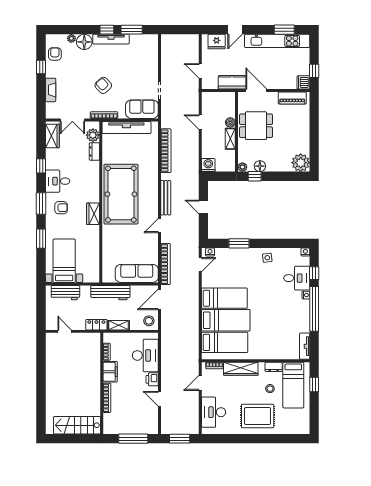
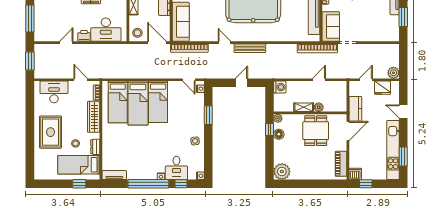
plant: (193, 40) -> (393, 73), added
fridge: (217, 42) -> (383, 88), moved, turned -90
bookcase: (166, 151) -> (317, 48), moved

